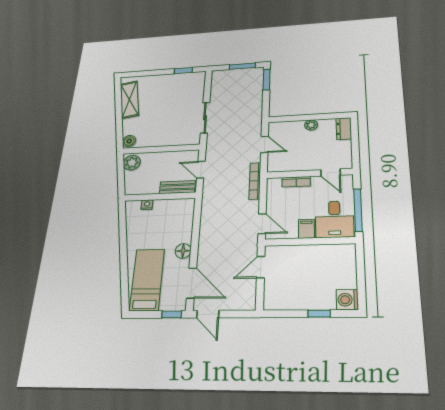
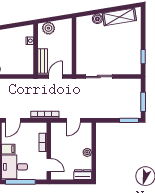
boiler: (129, 141) -> (97, 19), moved
plant: (132, 163) -> (48, 28), moved
door: (331, 172) -> (49, 165), swing flipped

